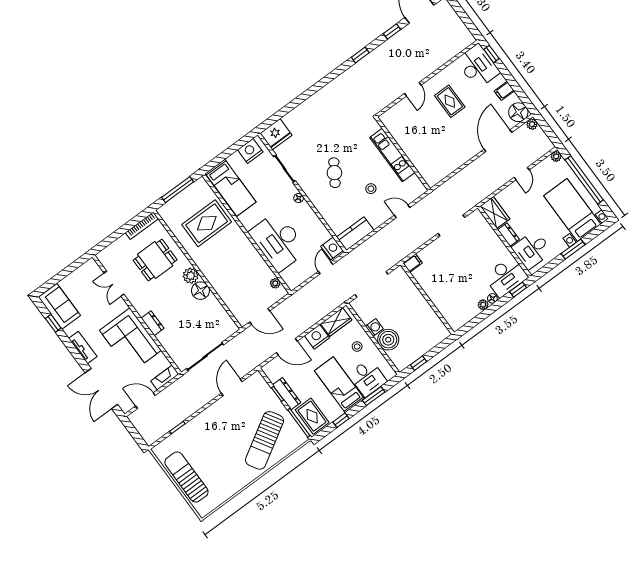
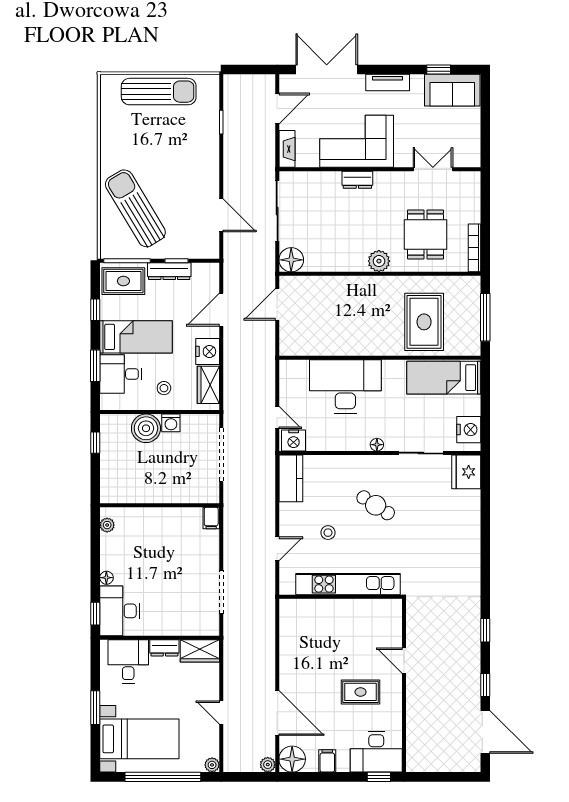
kitchen unit: (392, 155) -> (348, 584), width x1.36
plant: (275, 283) -> (301, 349), removed
floor lamp: (200, 291) -> (291, 260), moved
plant: (483, 305) -> (107, 525), moved

